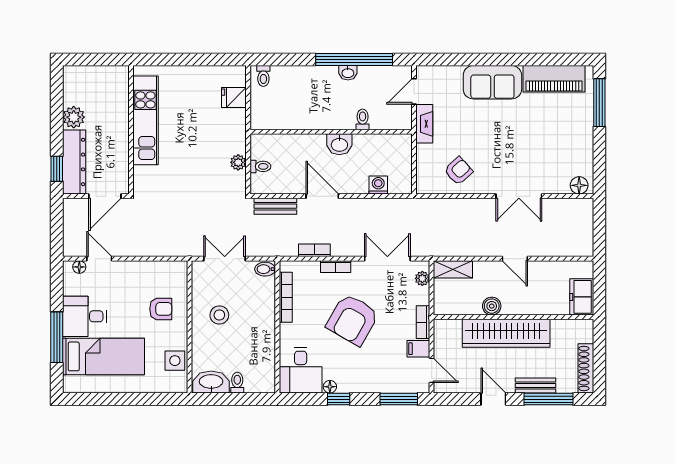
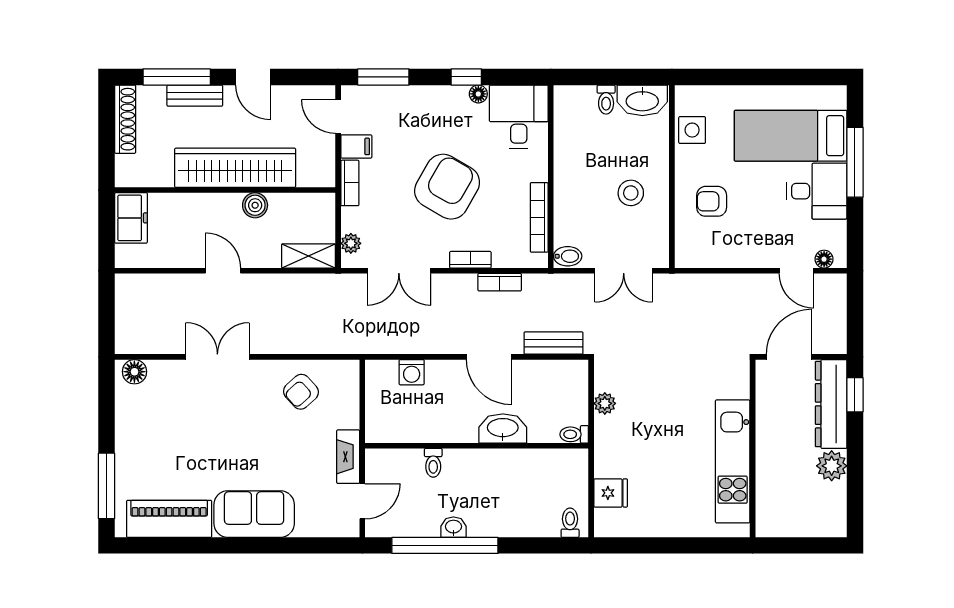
washbasin: (339, 144) -> (503, 428), moved, width x1.38
toilet: (260, 166) -> (574, 434), moved

